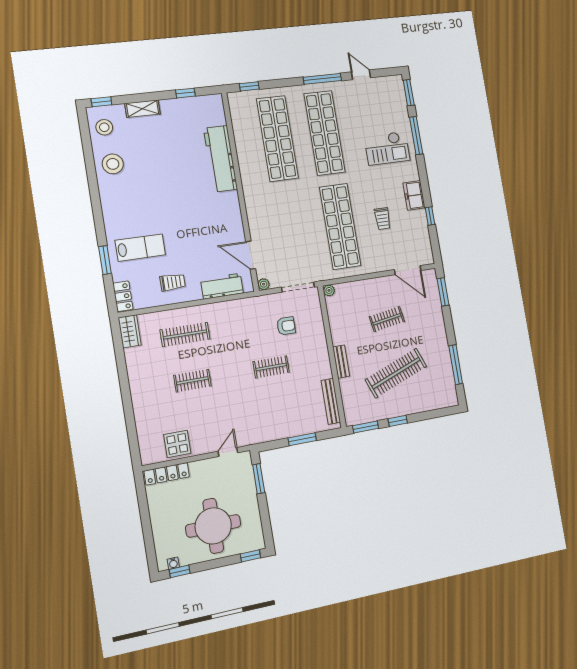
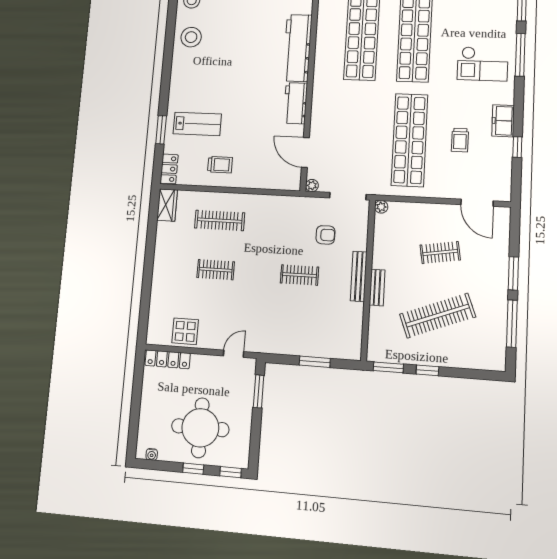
workbench: (222, 286) -> (296, 103), moved, turned -90
window: (443, 292) -> (513, 273), moved
bench: (331, 401) -> (359, 276), moved
window: (180, 571) -> (193, 469), moved

